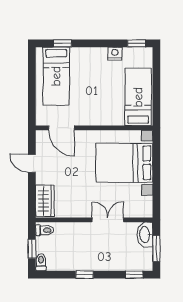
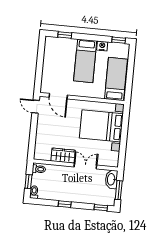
bed: (56, 76) -> (85, 61), moved
door: (32, 163) -> (36, 107), moved
wardrobe: (45, 201) -> (63, 156), moved, turned -90

